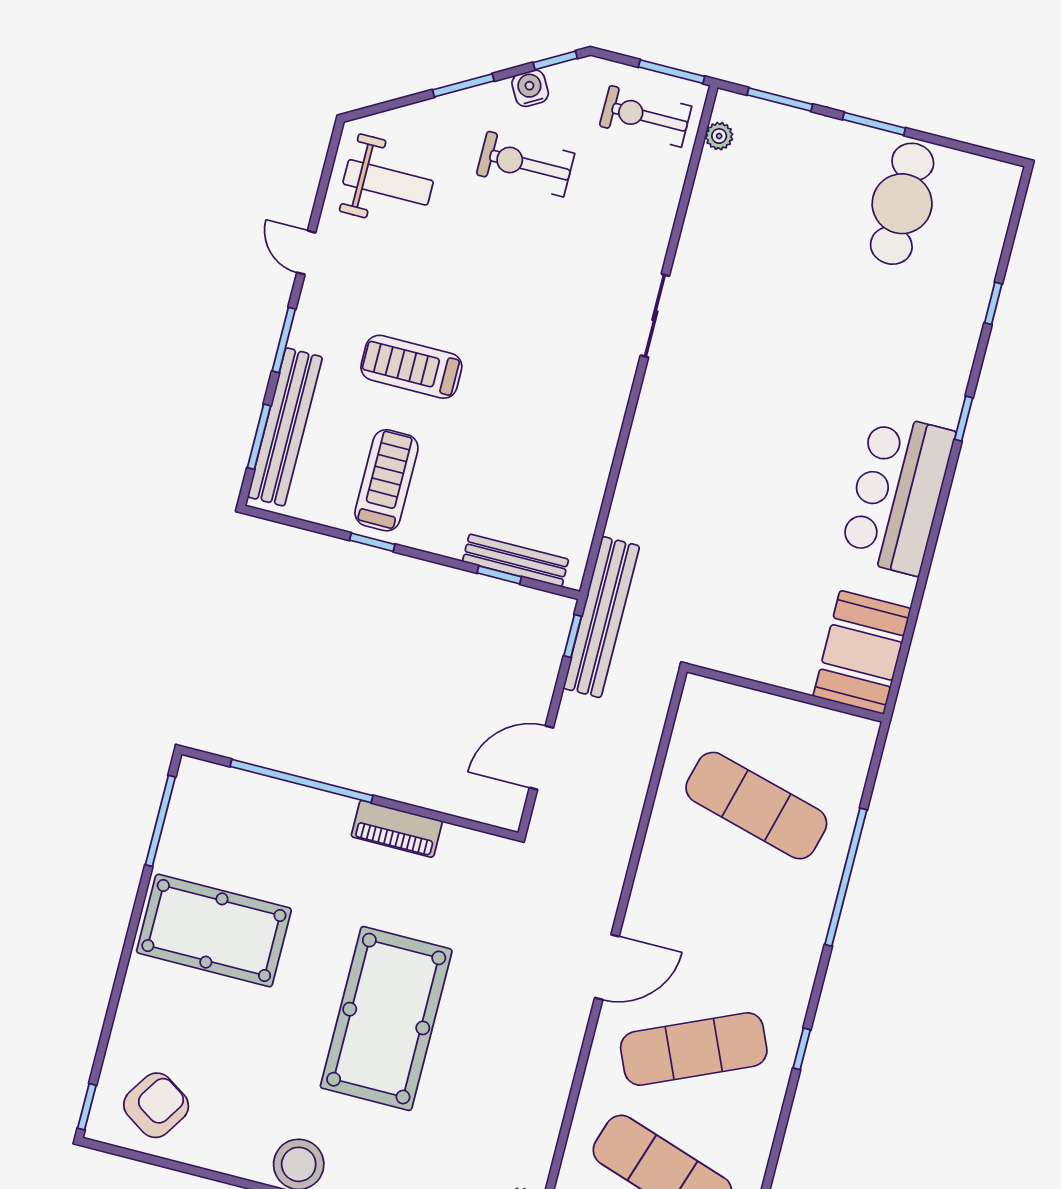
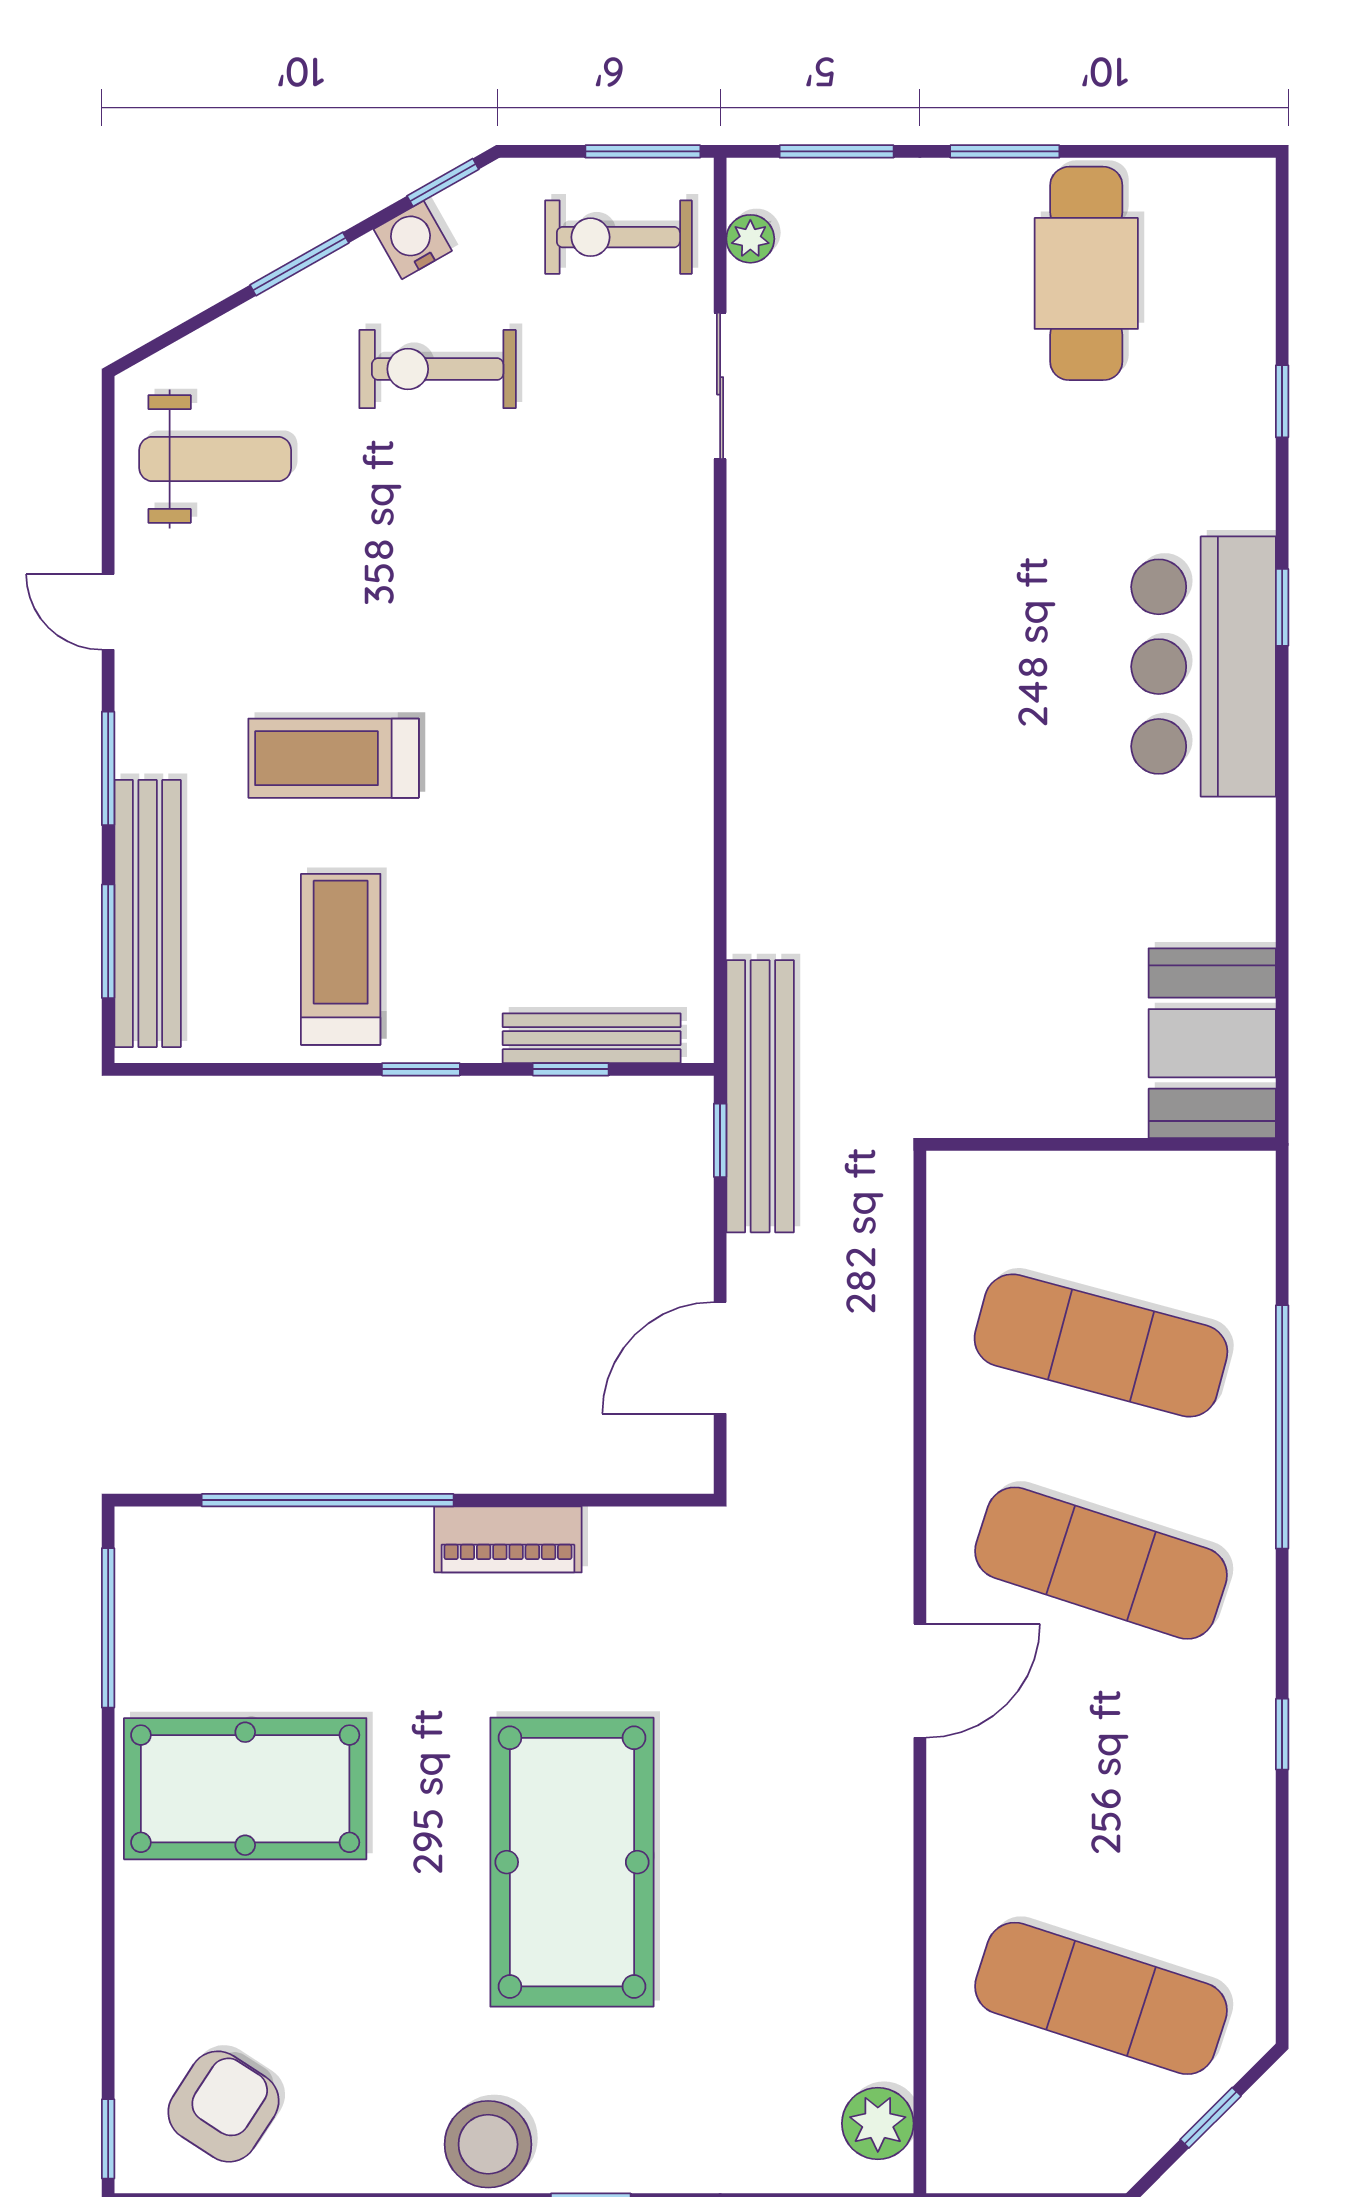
sliding door: (655, 316) -> (720, 386), moved
bar counter: (897, 494) -> (1204, 667), moved
window: (372, 542) -> (421, 1069), moved
exercise mat: (694, 1049) -> (1101, 1563), moved, turned 42

